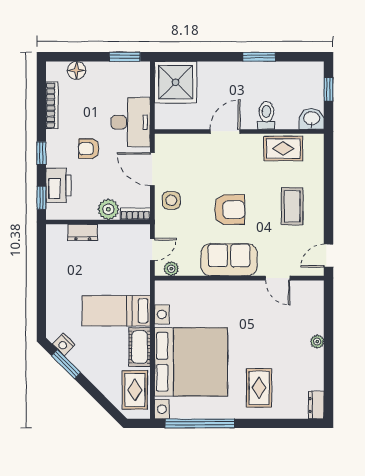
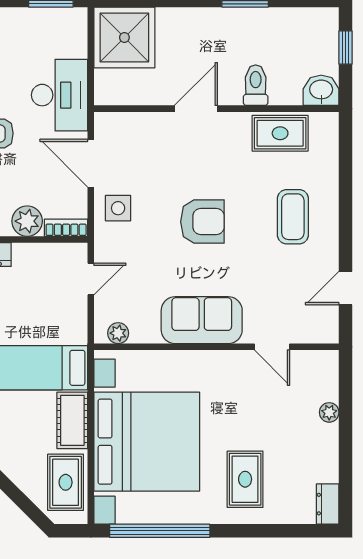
sofa: (229, 260) -> (202, 320), moved
plant: (171, 269) -> (118, 333), moved
wall: (239, 278) -> (216, 347), moved
door: (278, 278) -> (272, 347), moved

